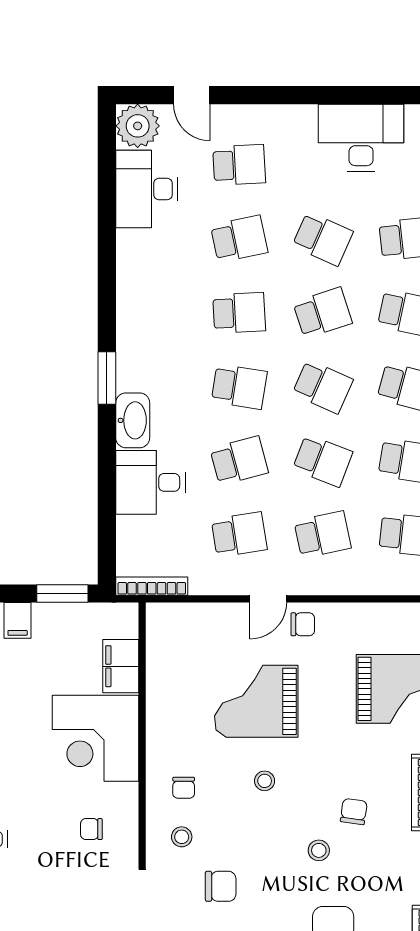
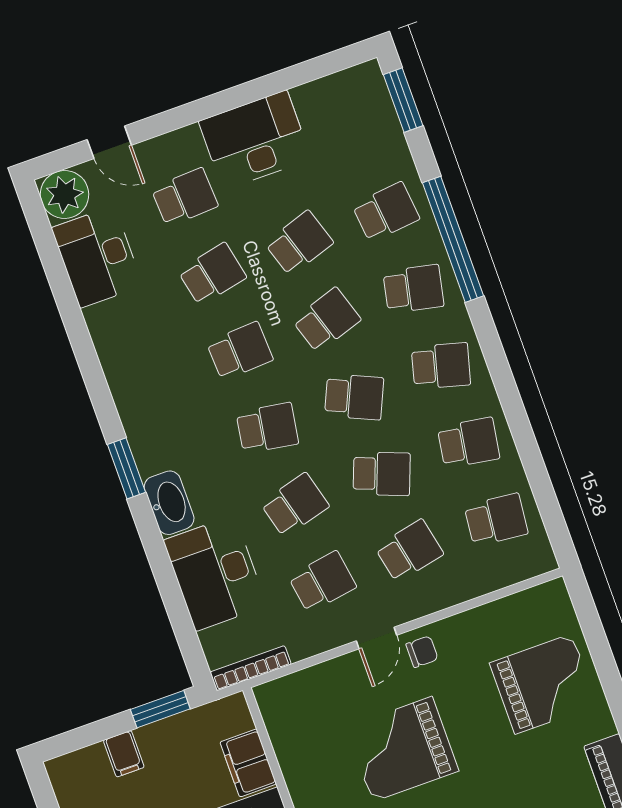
desk: (361, 138) -> (255, 140), moved
school desk: (323, 239) -> (299, 243), turned -42
desk: (150, 482) -> (215, 573), width x1.37

